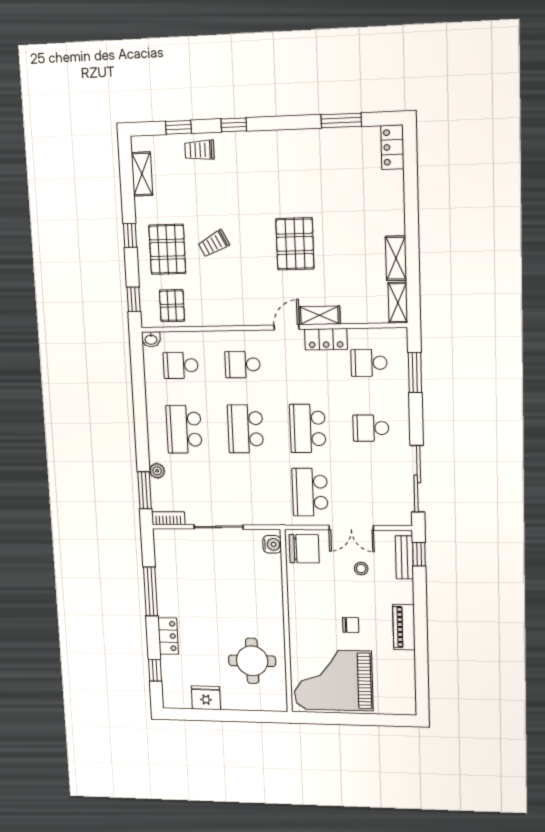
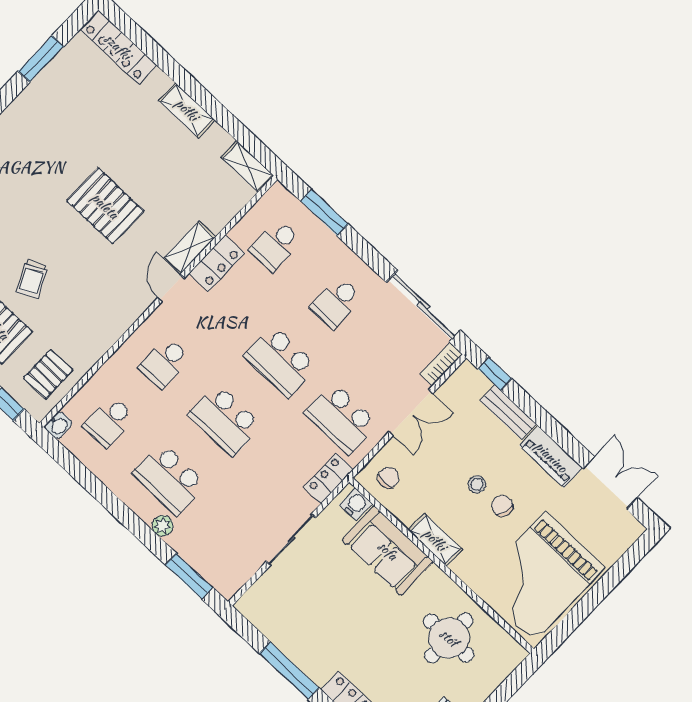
locker: (392, 147) -> (118, 47), width x1.53
shelving: (396, 258) -> (187, 110), moved
pallet: (172, 306) -> (48, 374), turned 90
plant: (157, 471) -> (162, 526), moved
locker: (271, 516) -> (329, 478), added
bookcase: (168, 518) -> (441, 364), moved
chair: (304, 549) -> (389, 478), width x0.54, depth x0.54
bench: (404, 557) -> (508, 412), moved
stool: (361, 569) -> (477, 484), moved
sofa: (265, 585) -> (388, 551), added
shelving: (296, 606) -> (435, 540), added
chair: (351, 625) -> (502, 506), turned -78
double door: (422, 672) -> (610, 483), added

